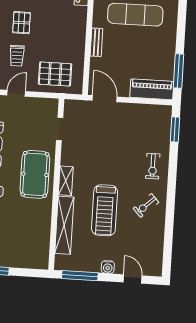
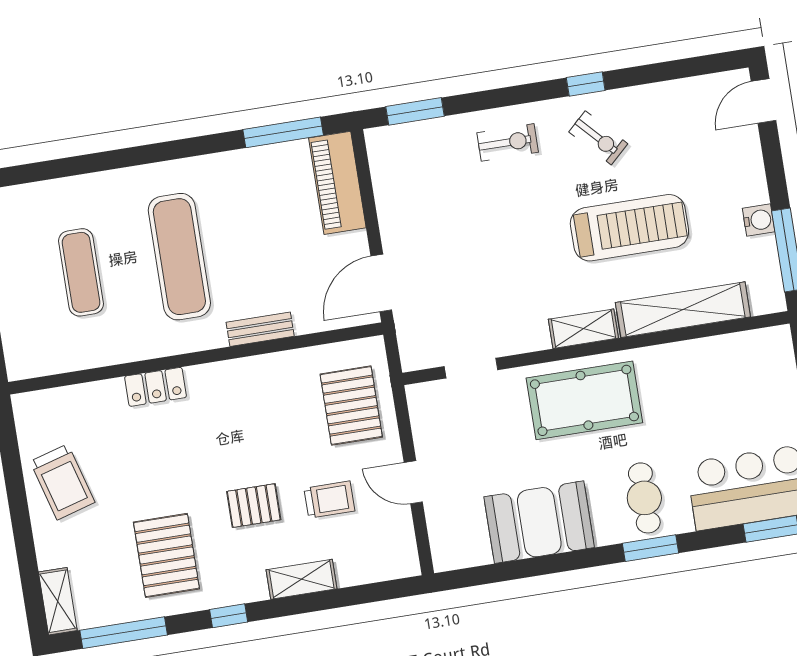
window: (170, 205) -> (586, 84), added
water cooler: (108, 267) -> (759, 220), moved
door: (133, 279) -> (763, 101), moved

